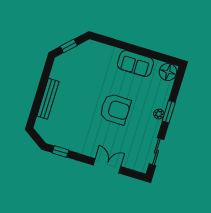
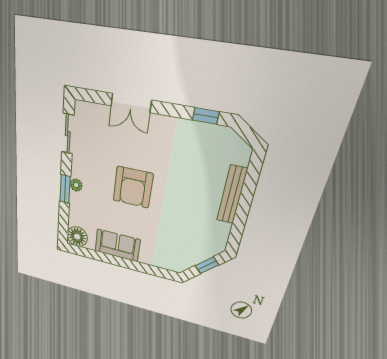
armchair: (115, 109) -> (133, 187), turned -90

